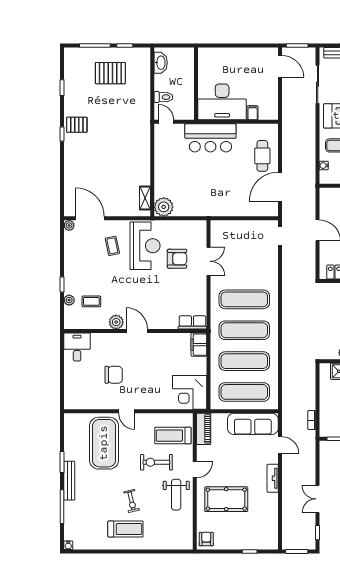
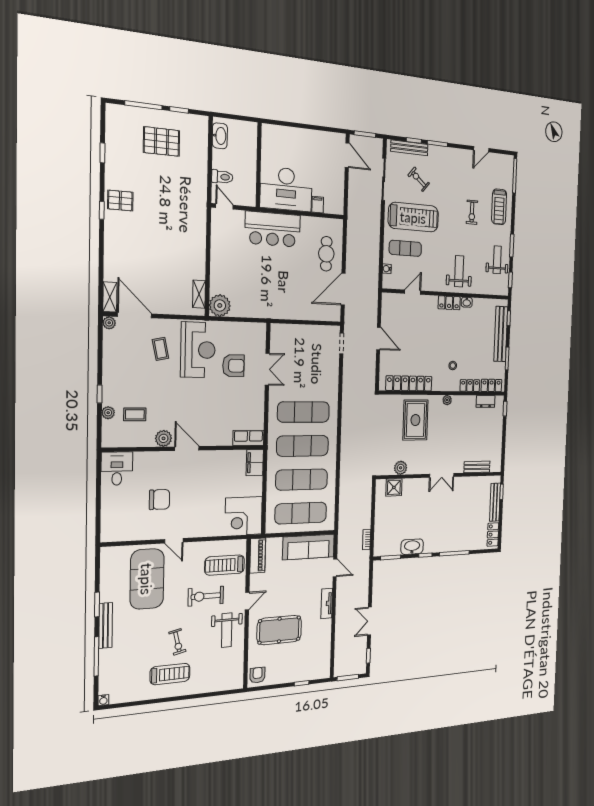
shelving: (69, 204) -> (110, 297), added

